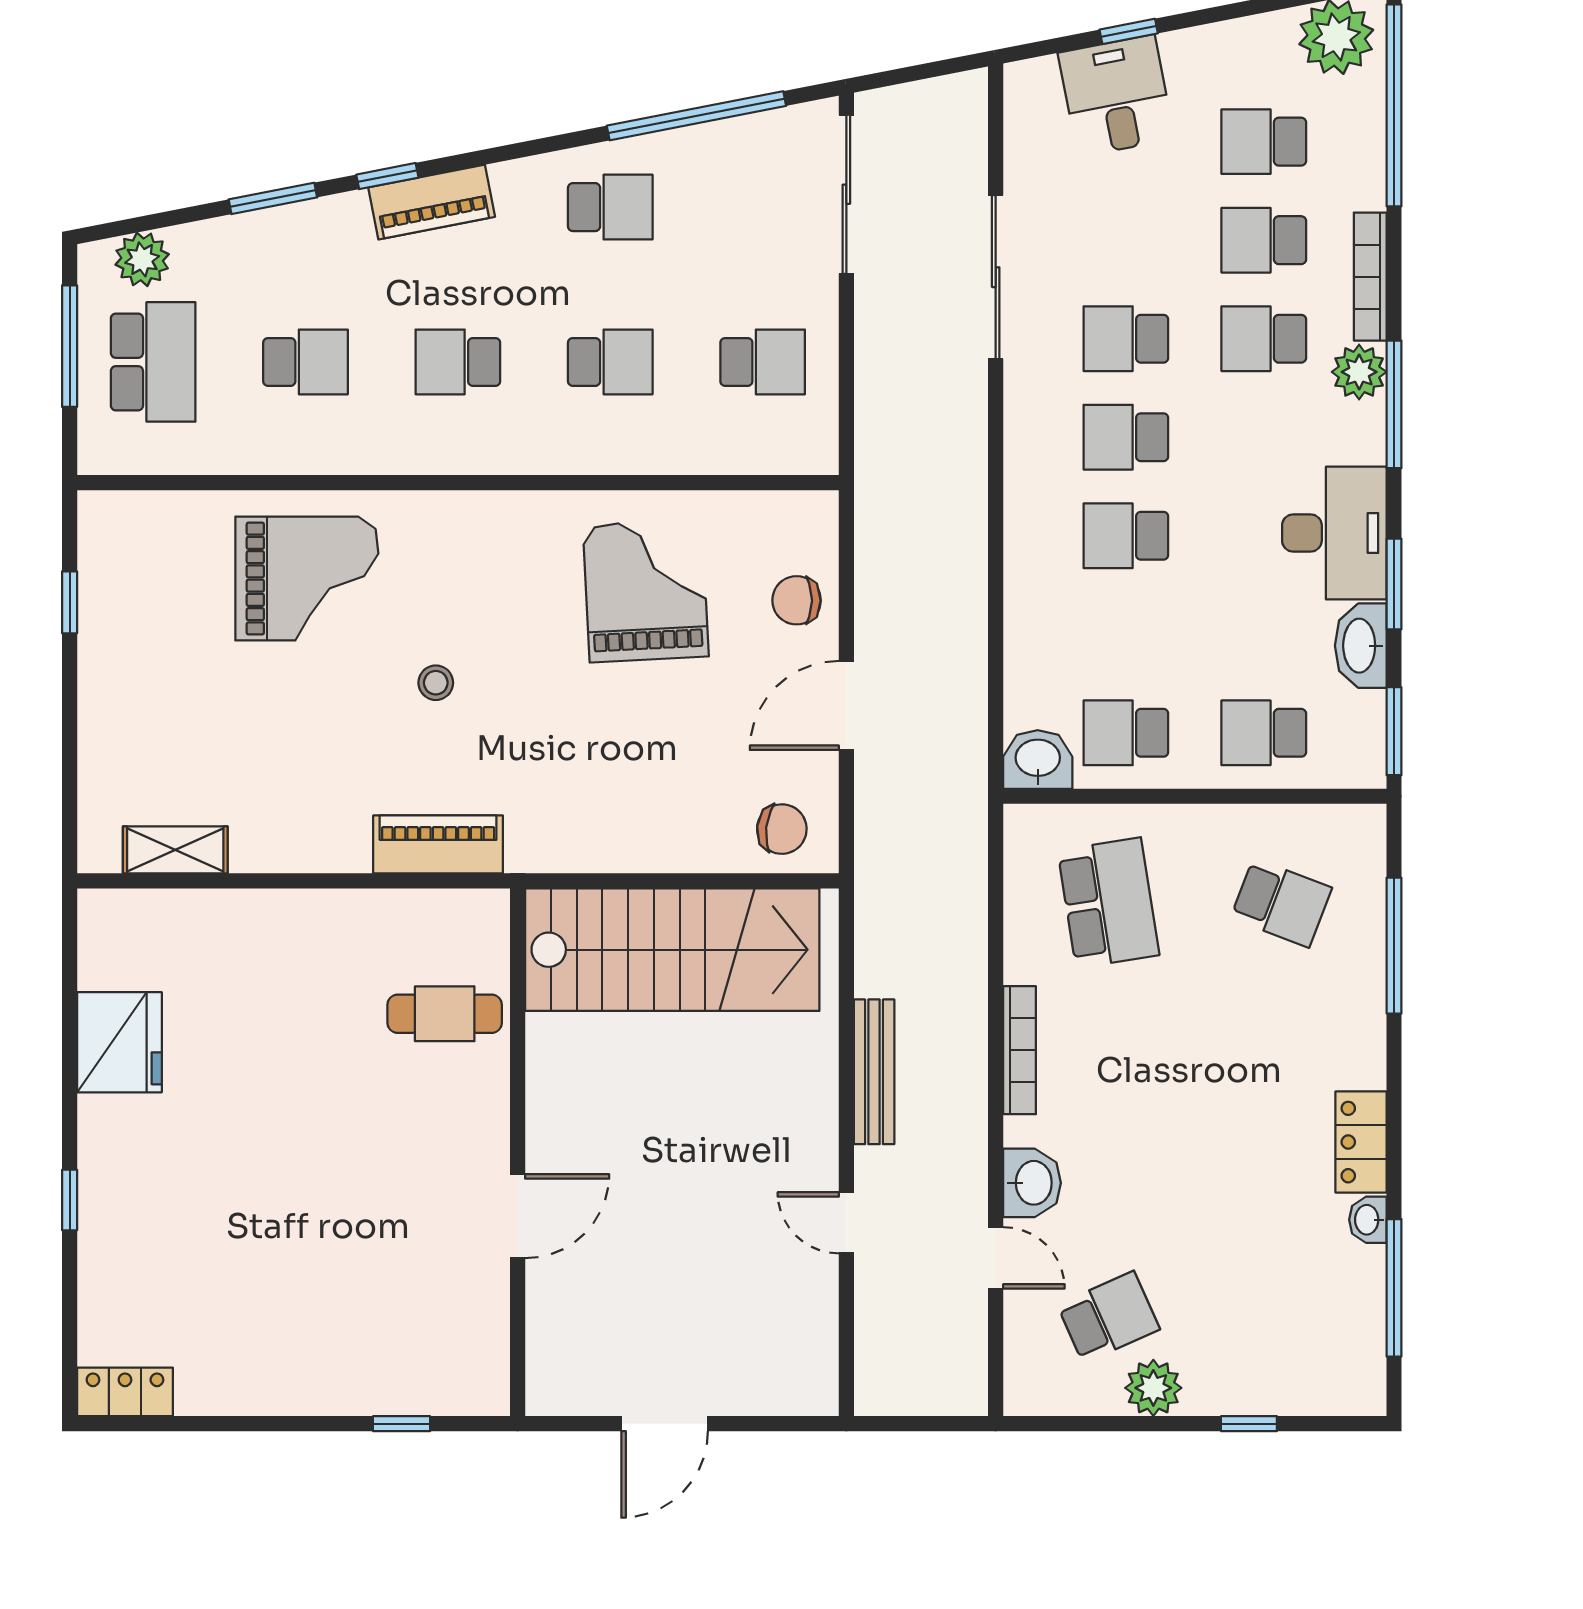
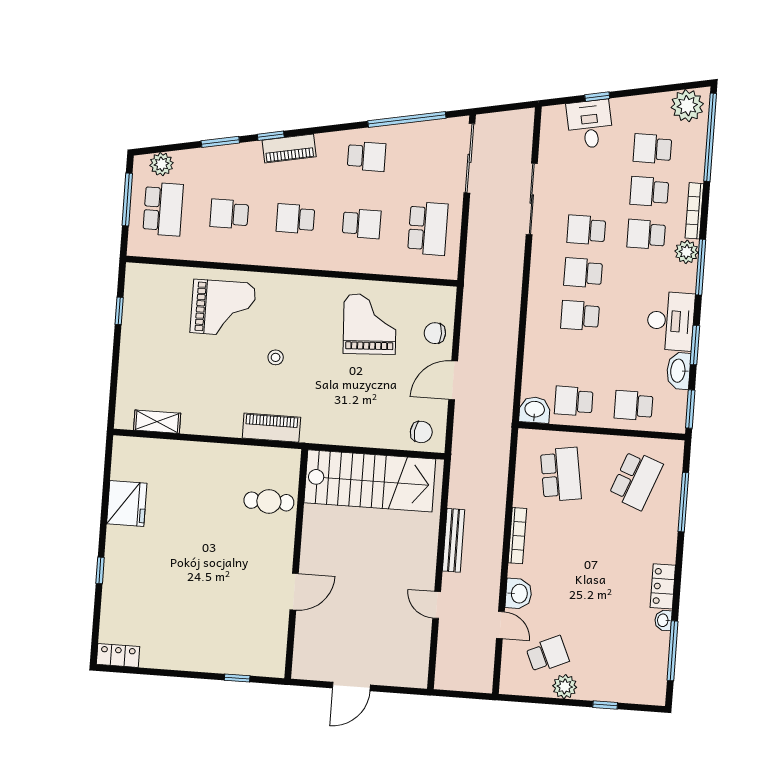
school desk: (306, 362) -> (229, 214), turned 180
school desk: (763, 362) -> (428, 228), width x1.85
school desk: (1281, 903) -> (636, 480), width x1.85

